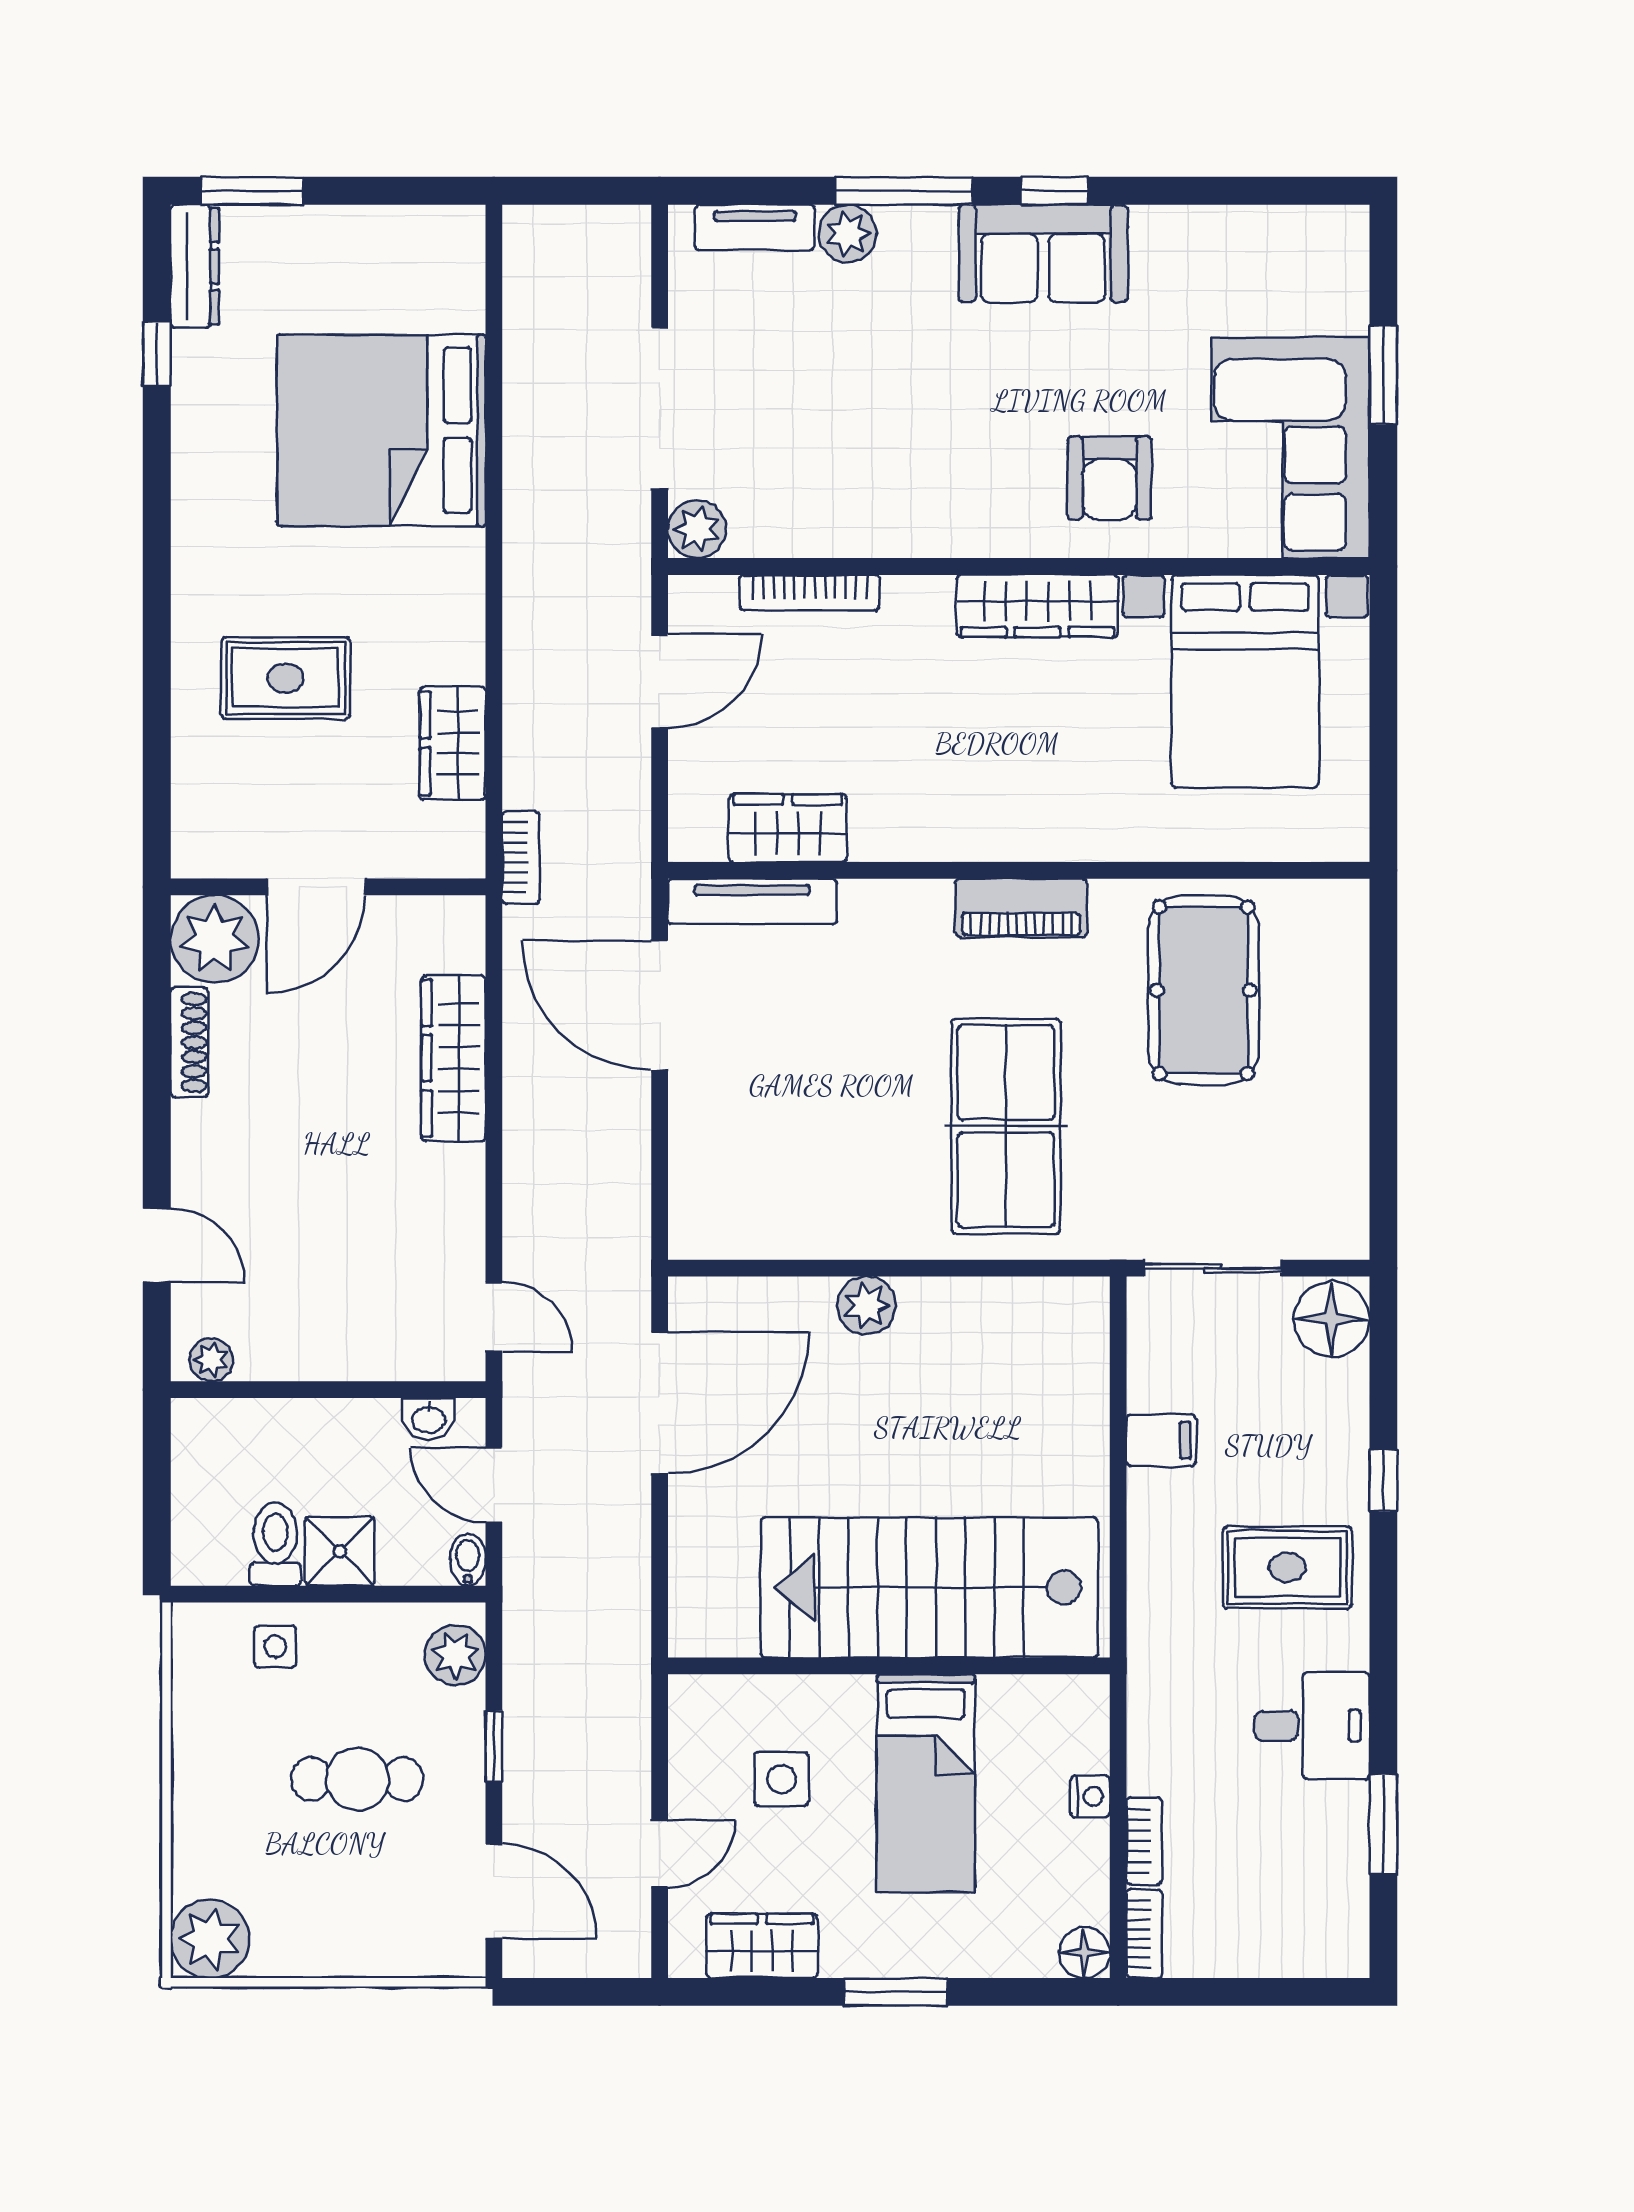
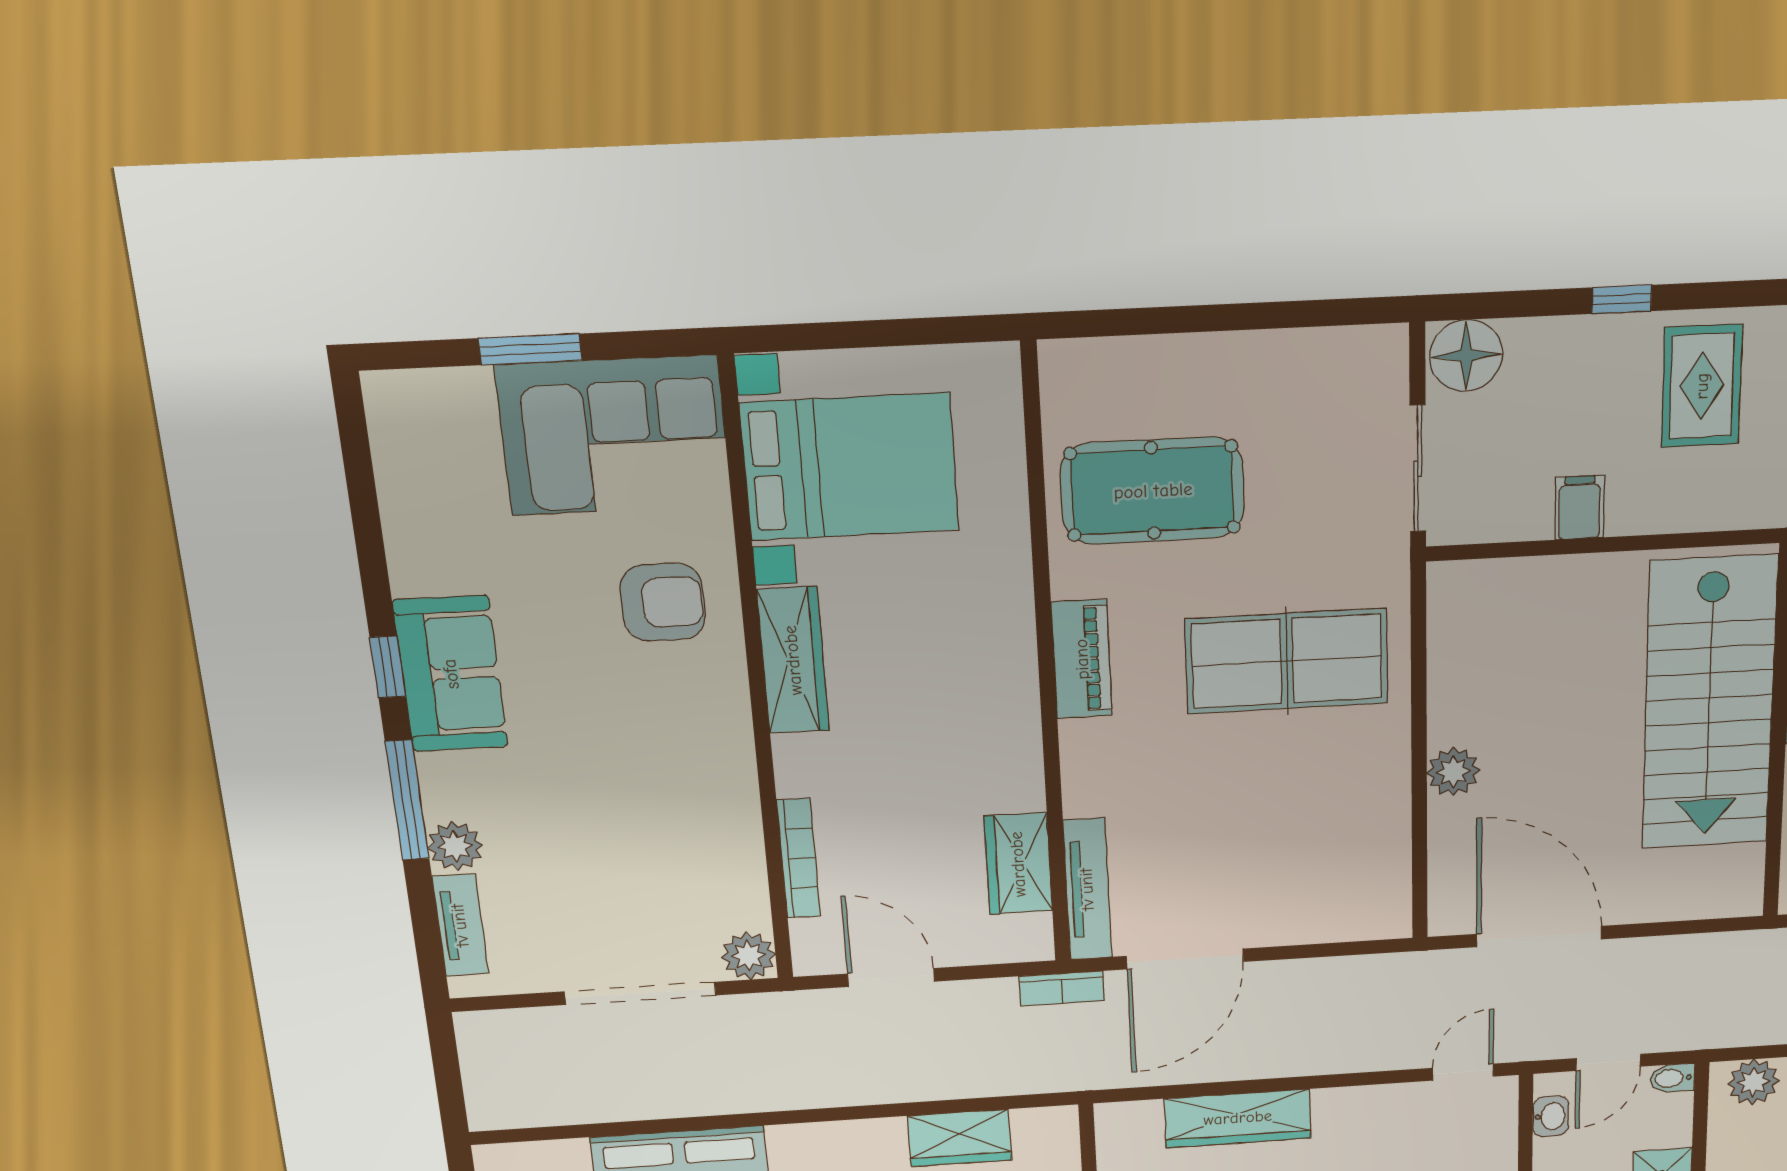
bookcase: (521, 857) -> (1062, 989), moved, turned 180

